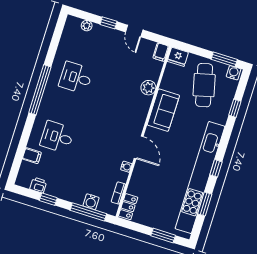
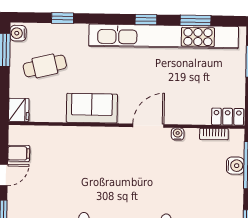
filing cabinet: (161, 52) -> (19, 153), moved
cafe table: (204, 85) -> (45, 66), width x0.73, depth x0.74
plant: (148, 88) -> (69, 136), removed

